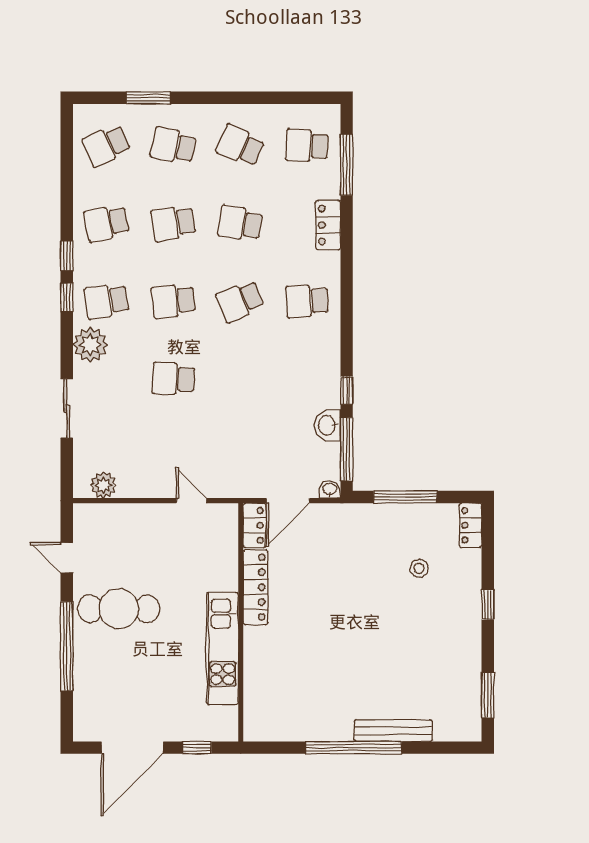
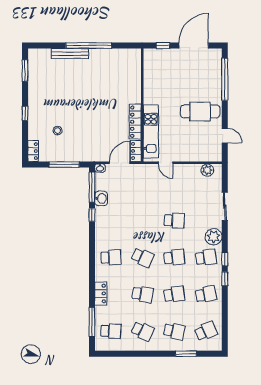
school desk: (240, 301) -> (143, 257), turned 48
window: (67, 646) -> (225, 79), moved
kitchen unit: (223, 648) -> (151, 132), moved

